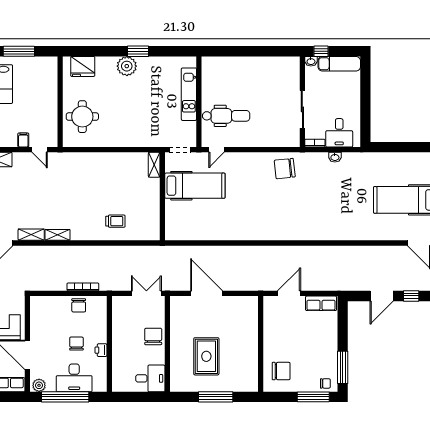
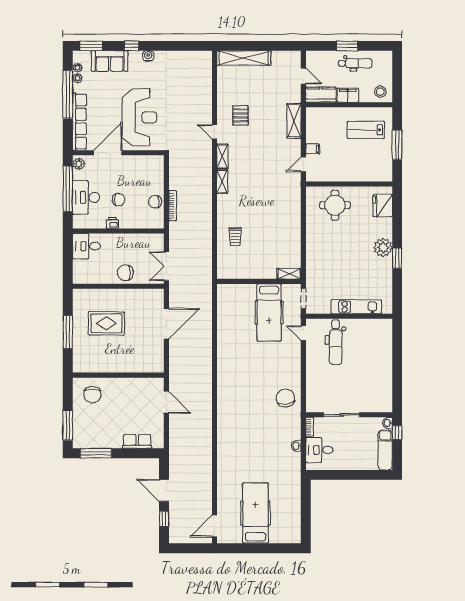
double door: (146, 293) -> (166, 266), swing flipped
row of seats: (321, 303) -> (137, 441), moved, turned 90
chair: (153, 336) -> (125, 273), turned 180
desk: (150, 378) -> (86, 246), moved, turned 90
chair: (325, 383) -> (81, 437), removed

